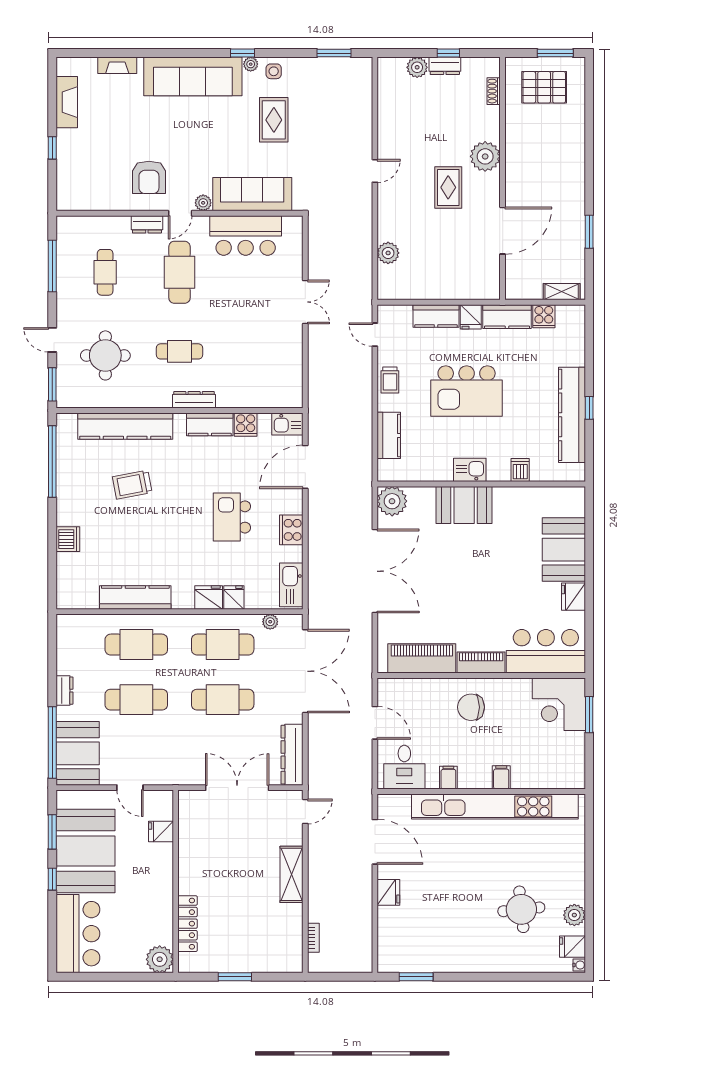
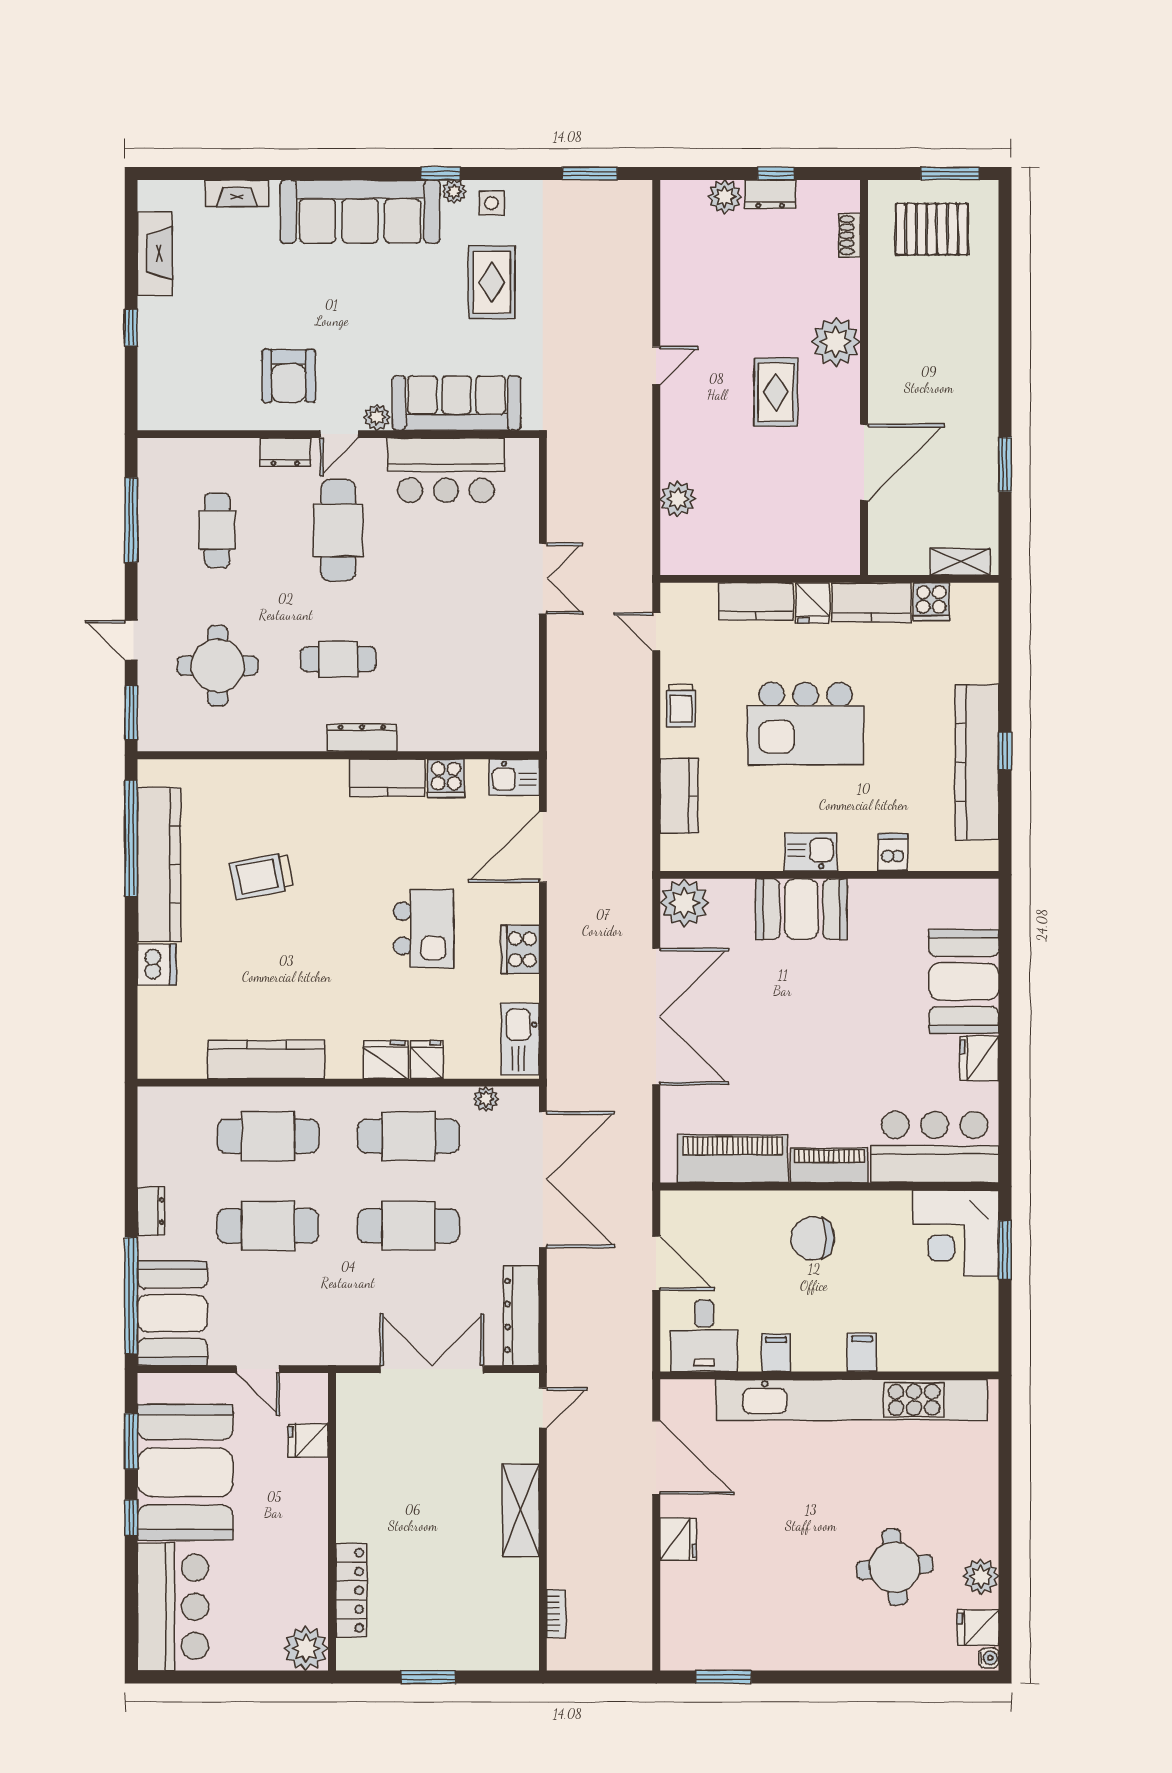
kitchen counter: (125, 426) -> (159, 865), moved, turned -90
kitchen island: (232, 517) -> (424, 928), turned 180

